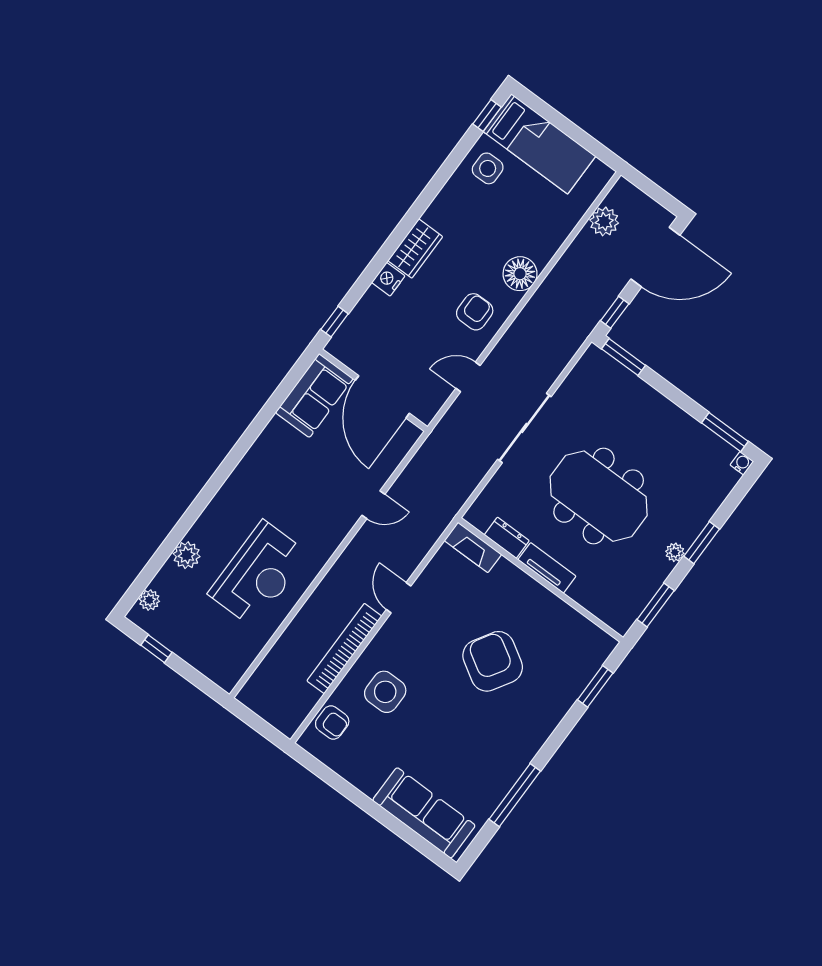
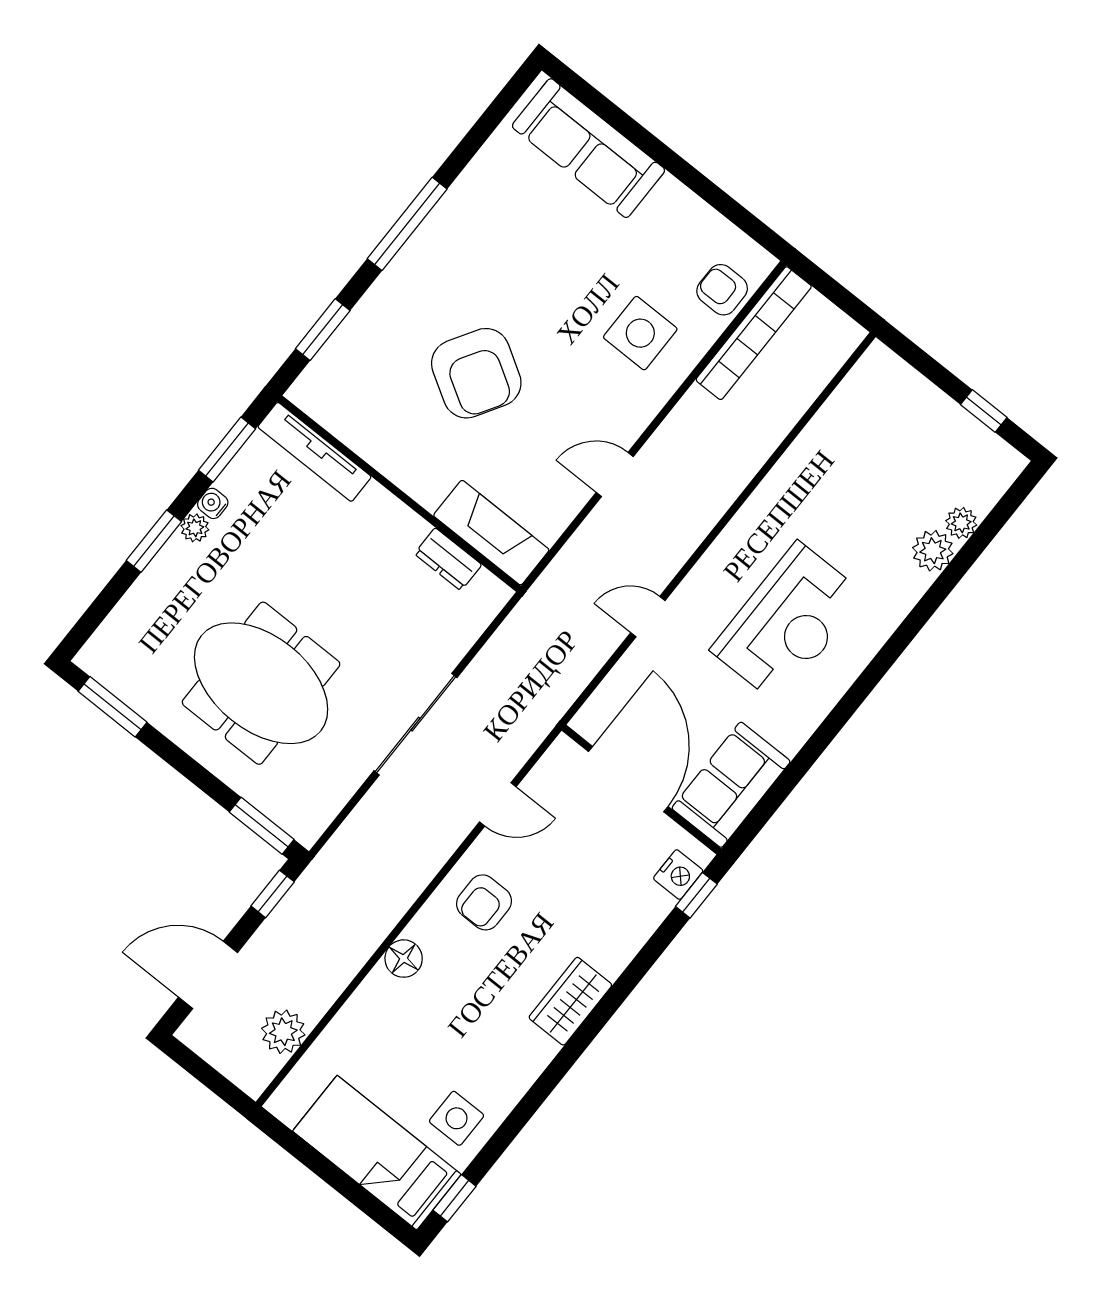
door: (655, 257) -> (208, 975), width x0.73
floor lamp: (520, 274) -> (404, 959), width x0.73, depth x0.73
nightstand: (388, 279) -> (678, 875), moved
water cooler: (742, 463) -> (213, 503), moved, turned 90
meeting table: (599, 496) -> (261, 683), moved
fireplace: (473, 547) -> (491, 533), width x1.37, depth x1.32
tv unit: (547, 568) -> (315, 452), moved, width x1.41
reception desk: (258, 574) -> (788, 622), moved, turned 180
door: (399, 598) -> (615, 474), swing flipped
plant: (149, 600) -> (961, 523), moved
bookcase: (344, 649) -> (754, 333), moved
window: (515, 795) -> (407, 224), moved

